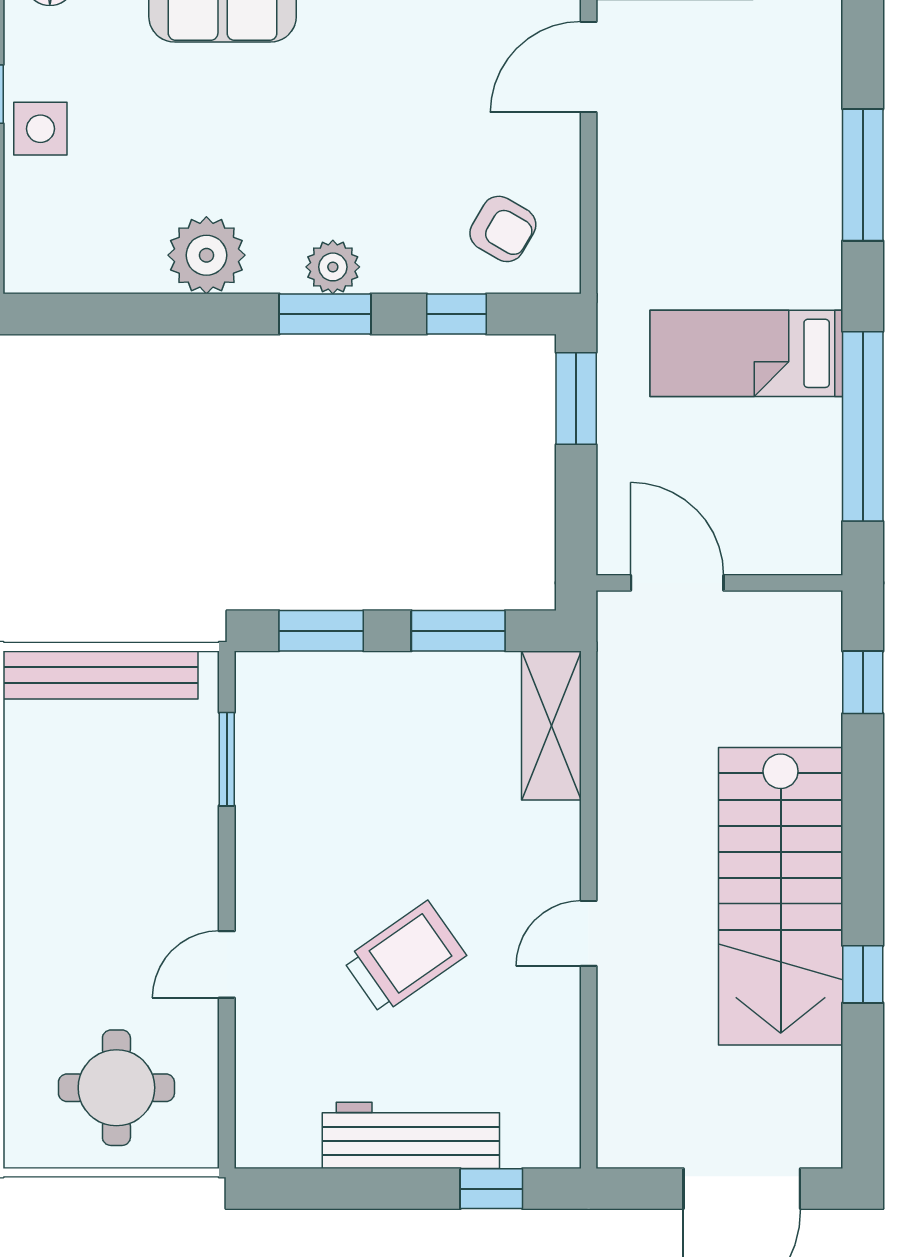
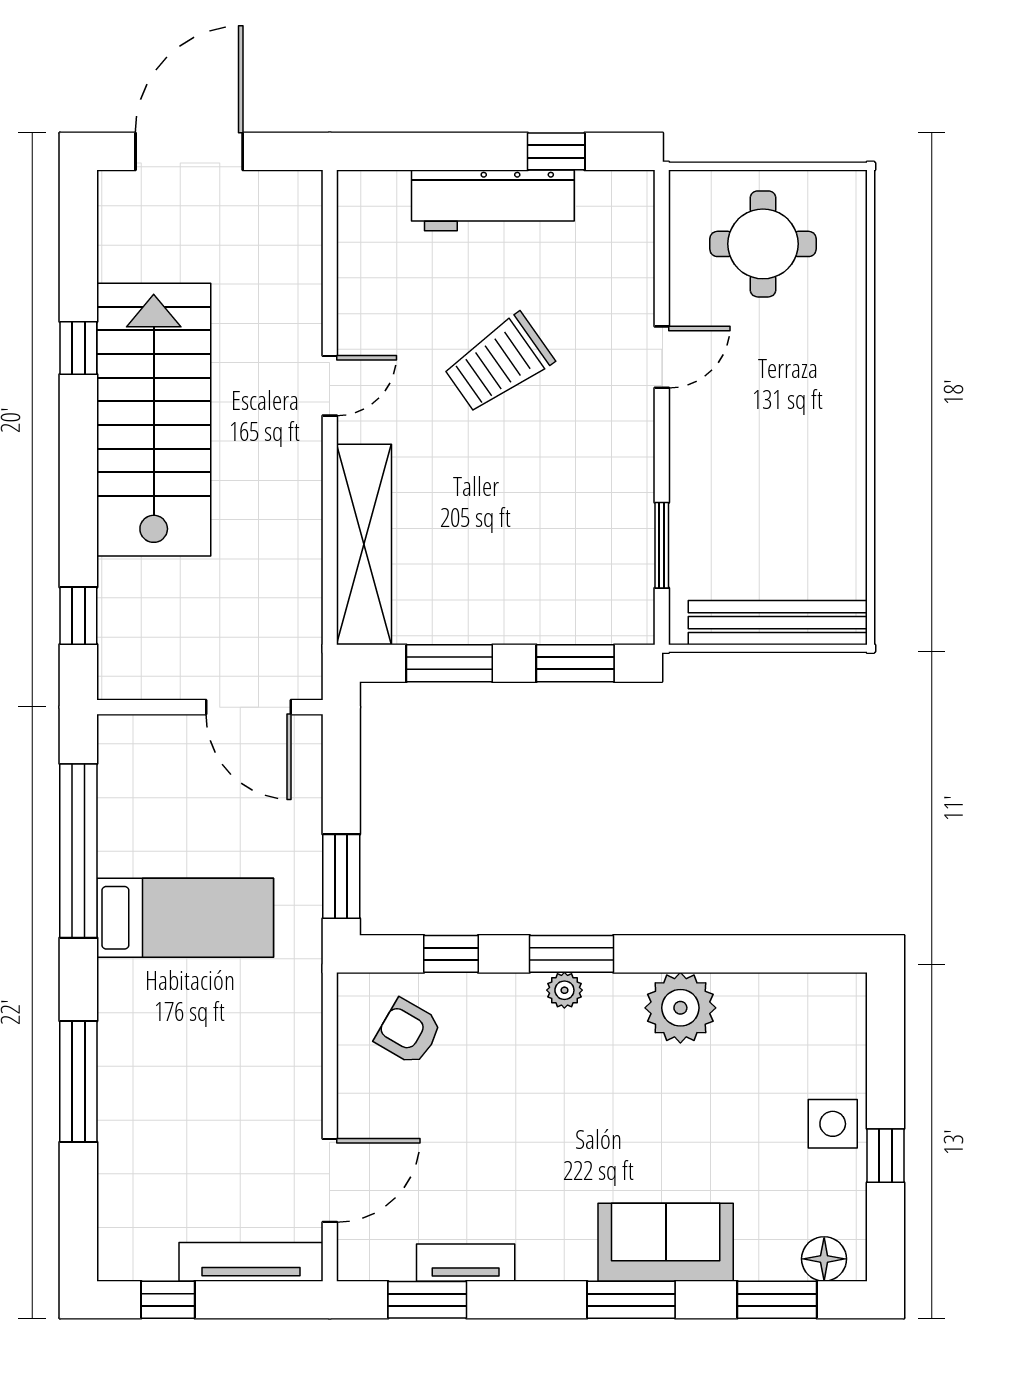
plant: (333, 267) -> (564, 990), width x0.73, depth x0.73
shelving: (551, 726) -> (364, 544), width x1.47
window: (491, 1189) -> (556, 151), moved

